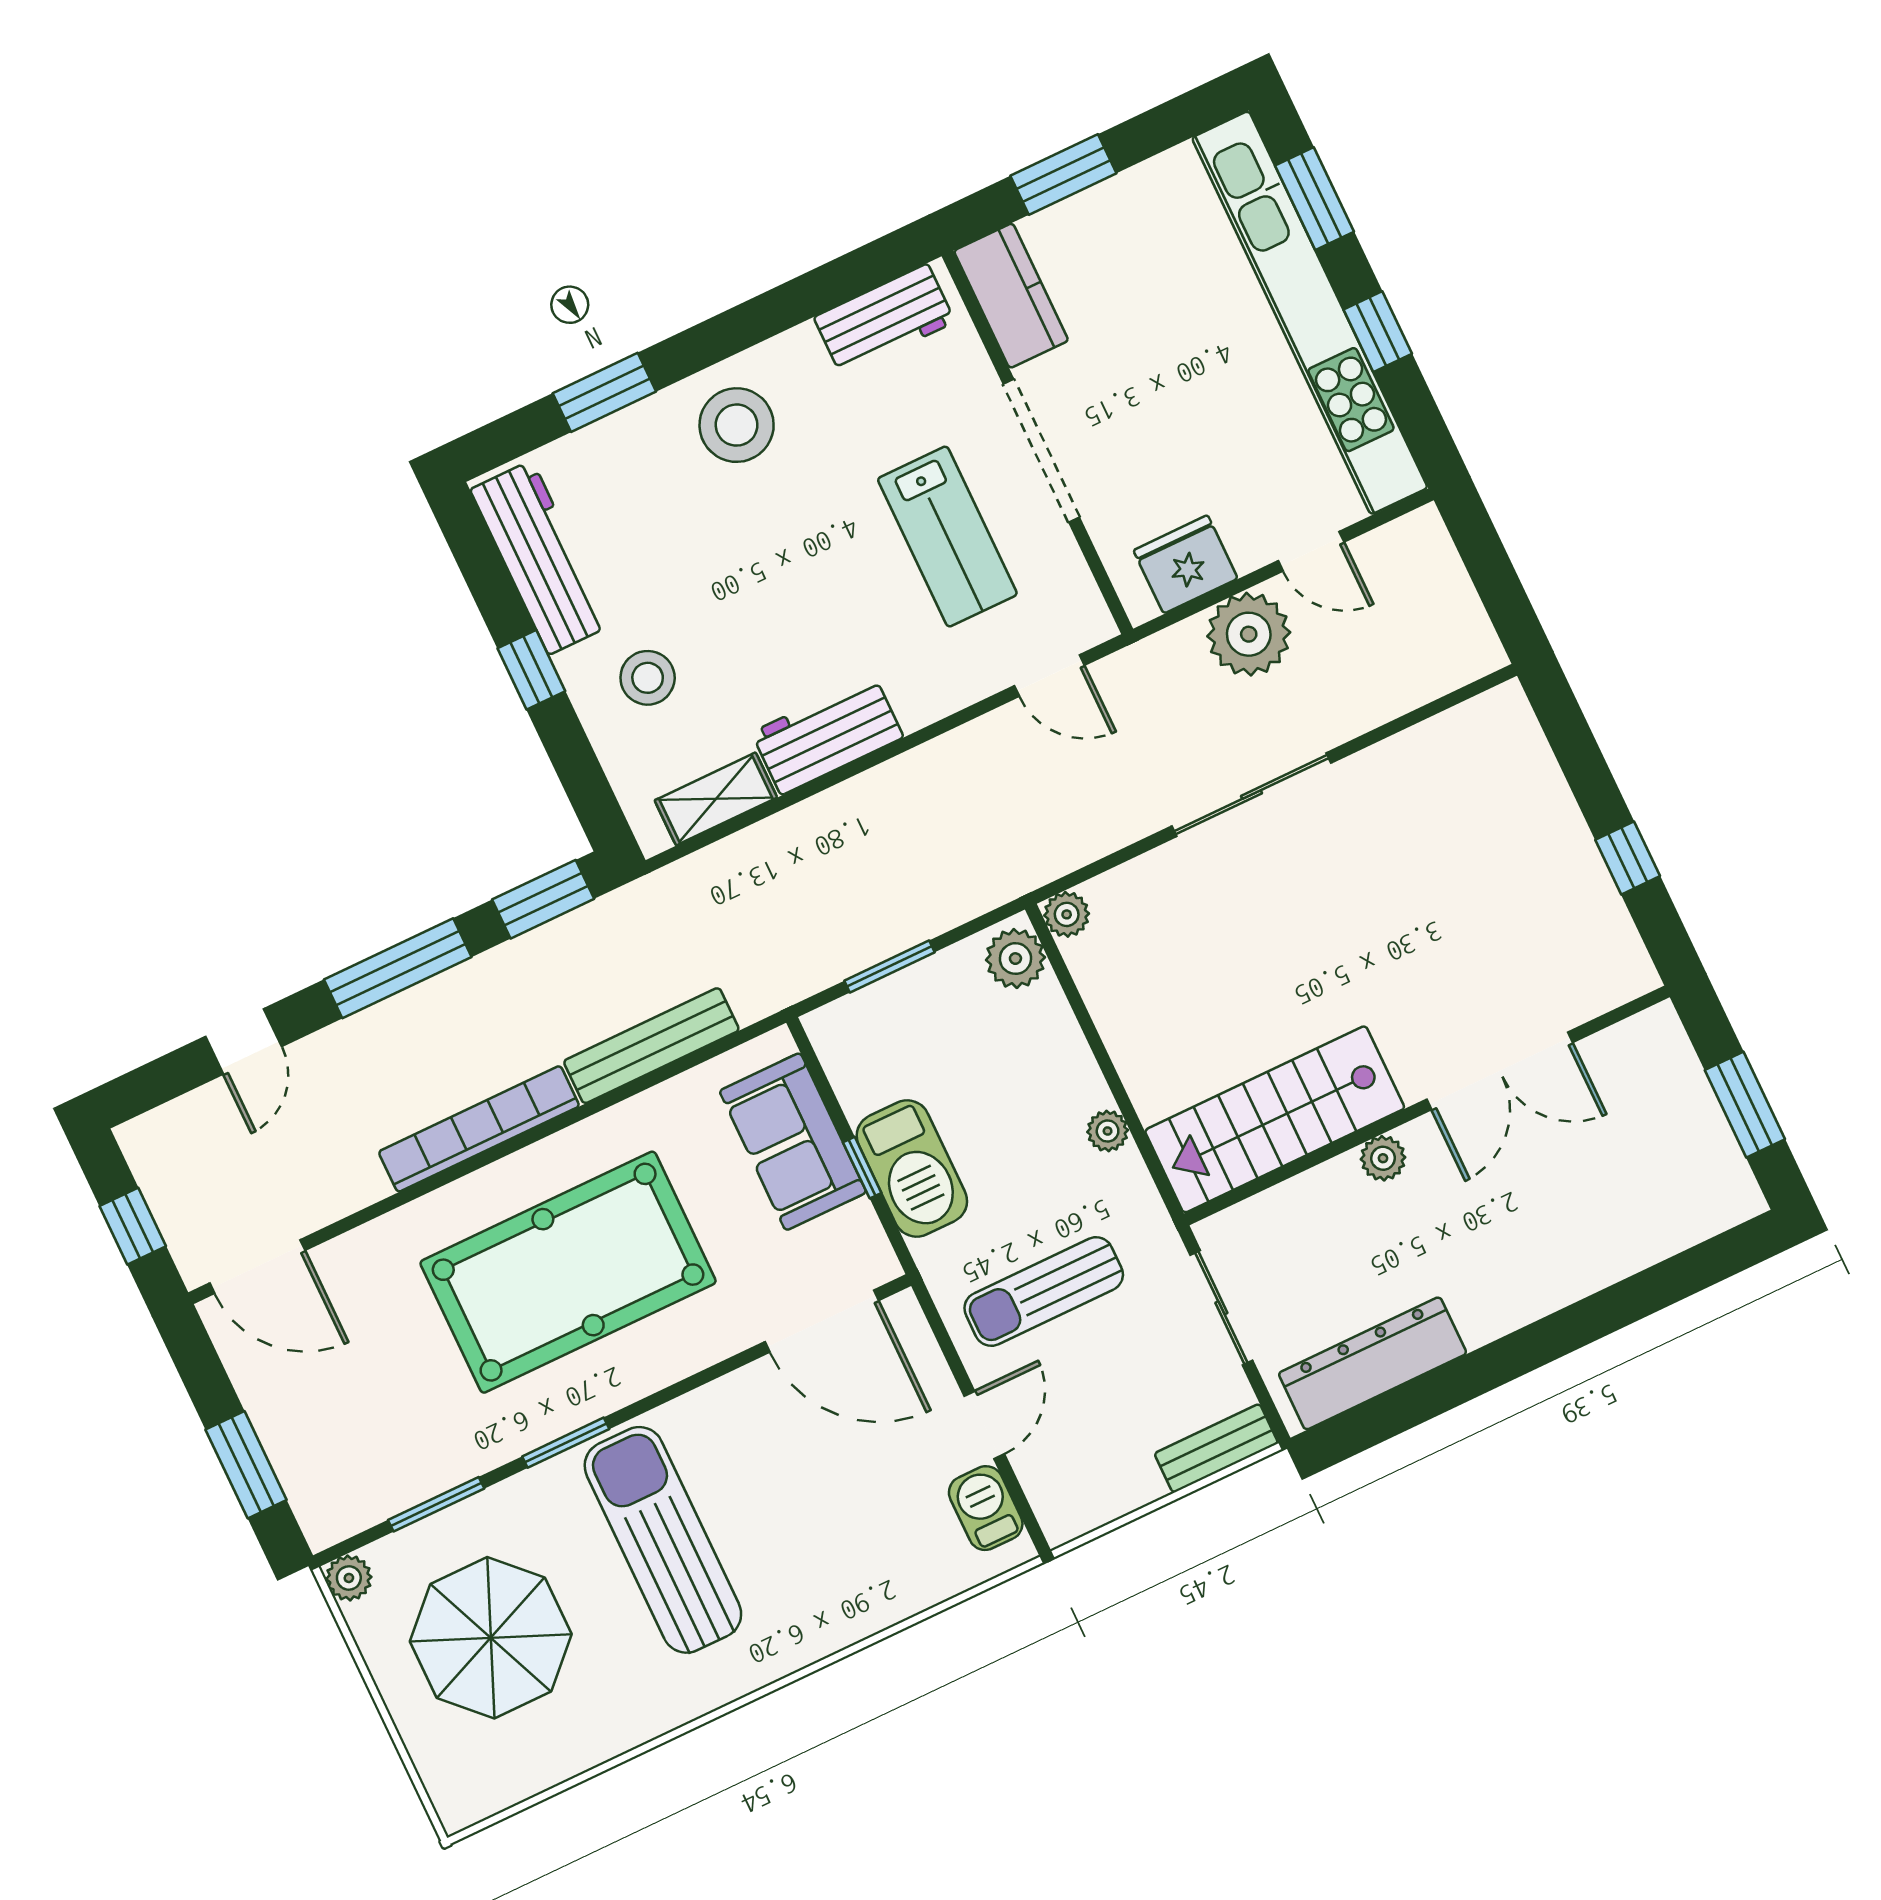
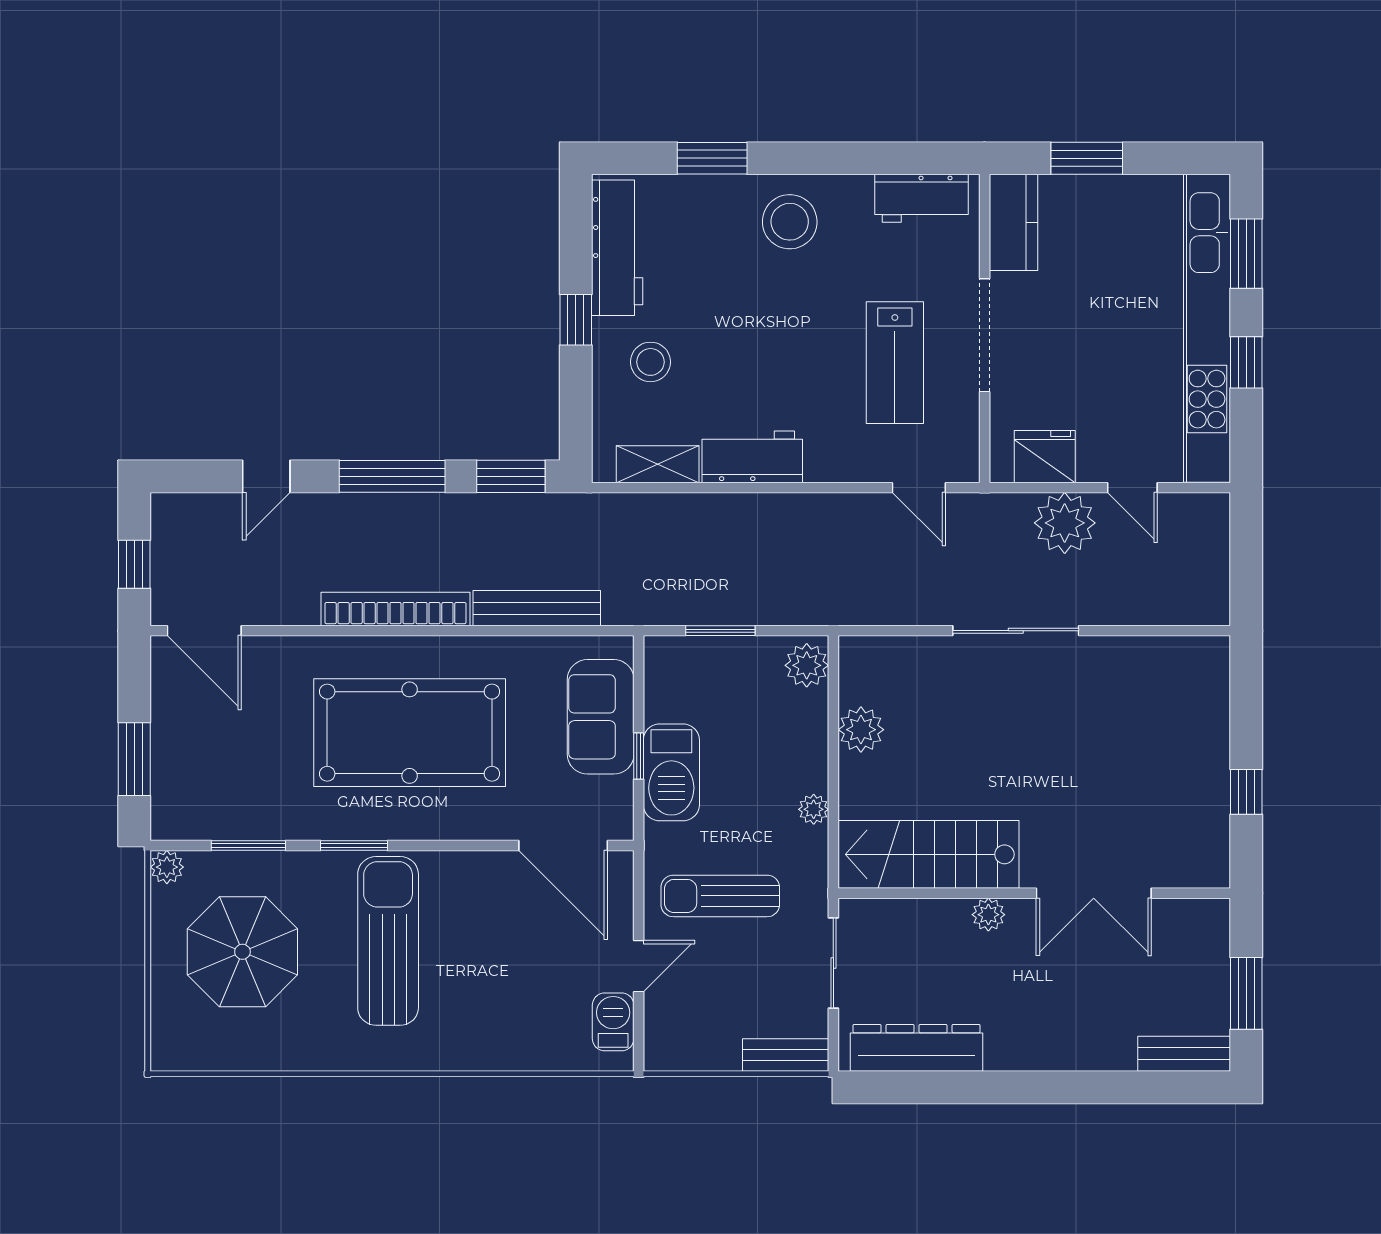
plant: (1067, 914) -> (861, 730), moved, width x1.38, depth x1.38
bench: (1704, 1215) -> (1184, 1054), added

